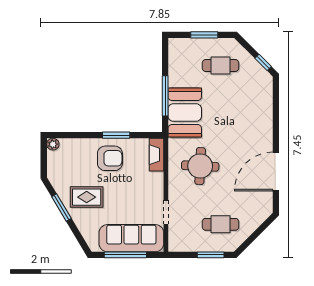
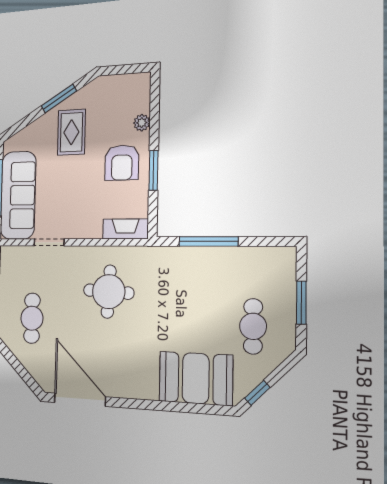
booth: (185, 112) -> (196, 378), moved
plant: (53, 144) -> (142, 123), moved
door: (276, 171) -> (80, 400), moved

